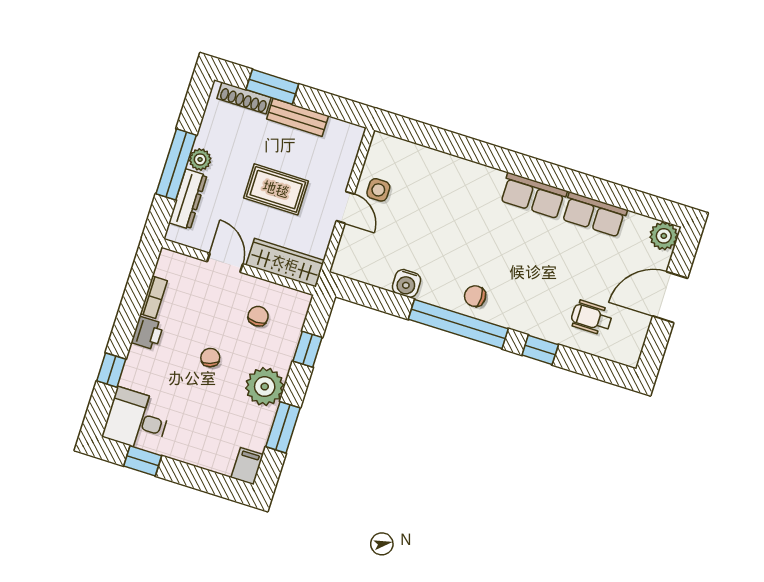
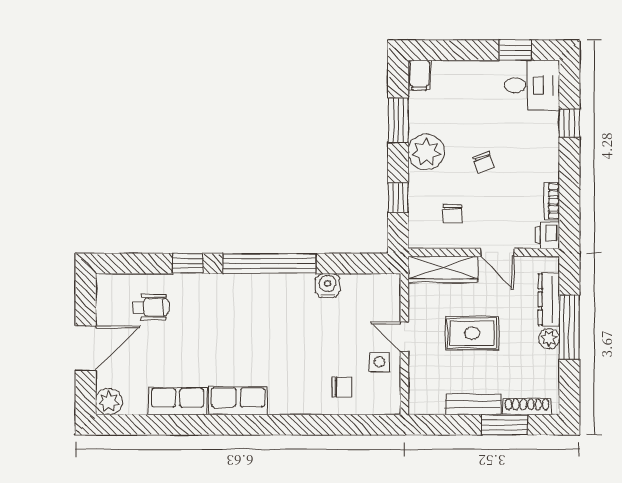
chair: (475, 296) -> (342, 387), moved
printer: (147, 333) -> (547, 235), moved

